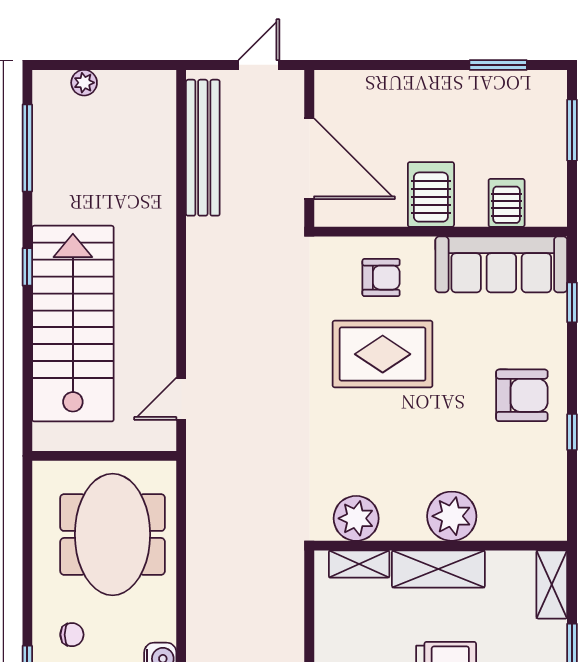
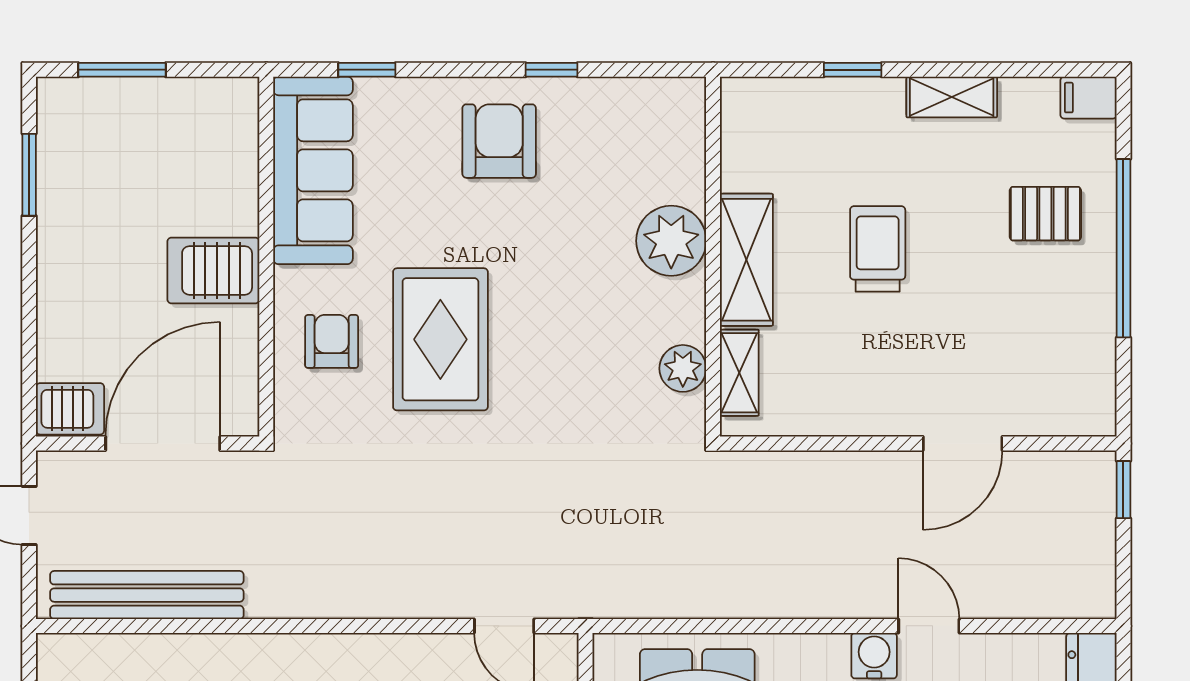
server rack: (507, 203) -> (70, 409), moved, turned 180
plant: (356, 518) -> (683, 368), width x0.73, depth x0.73
shelving: (552, 585) -> (769, 98), removed

